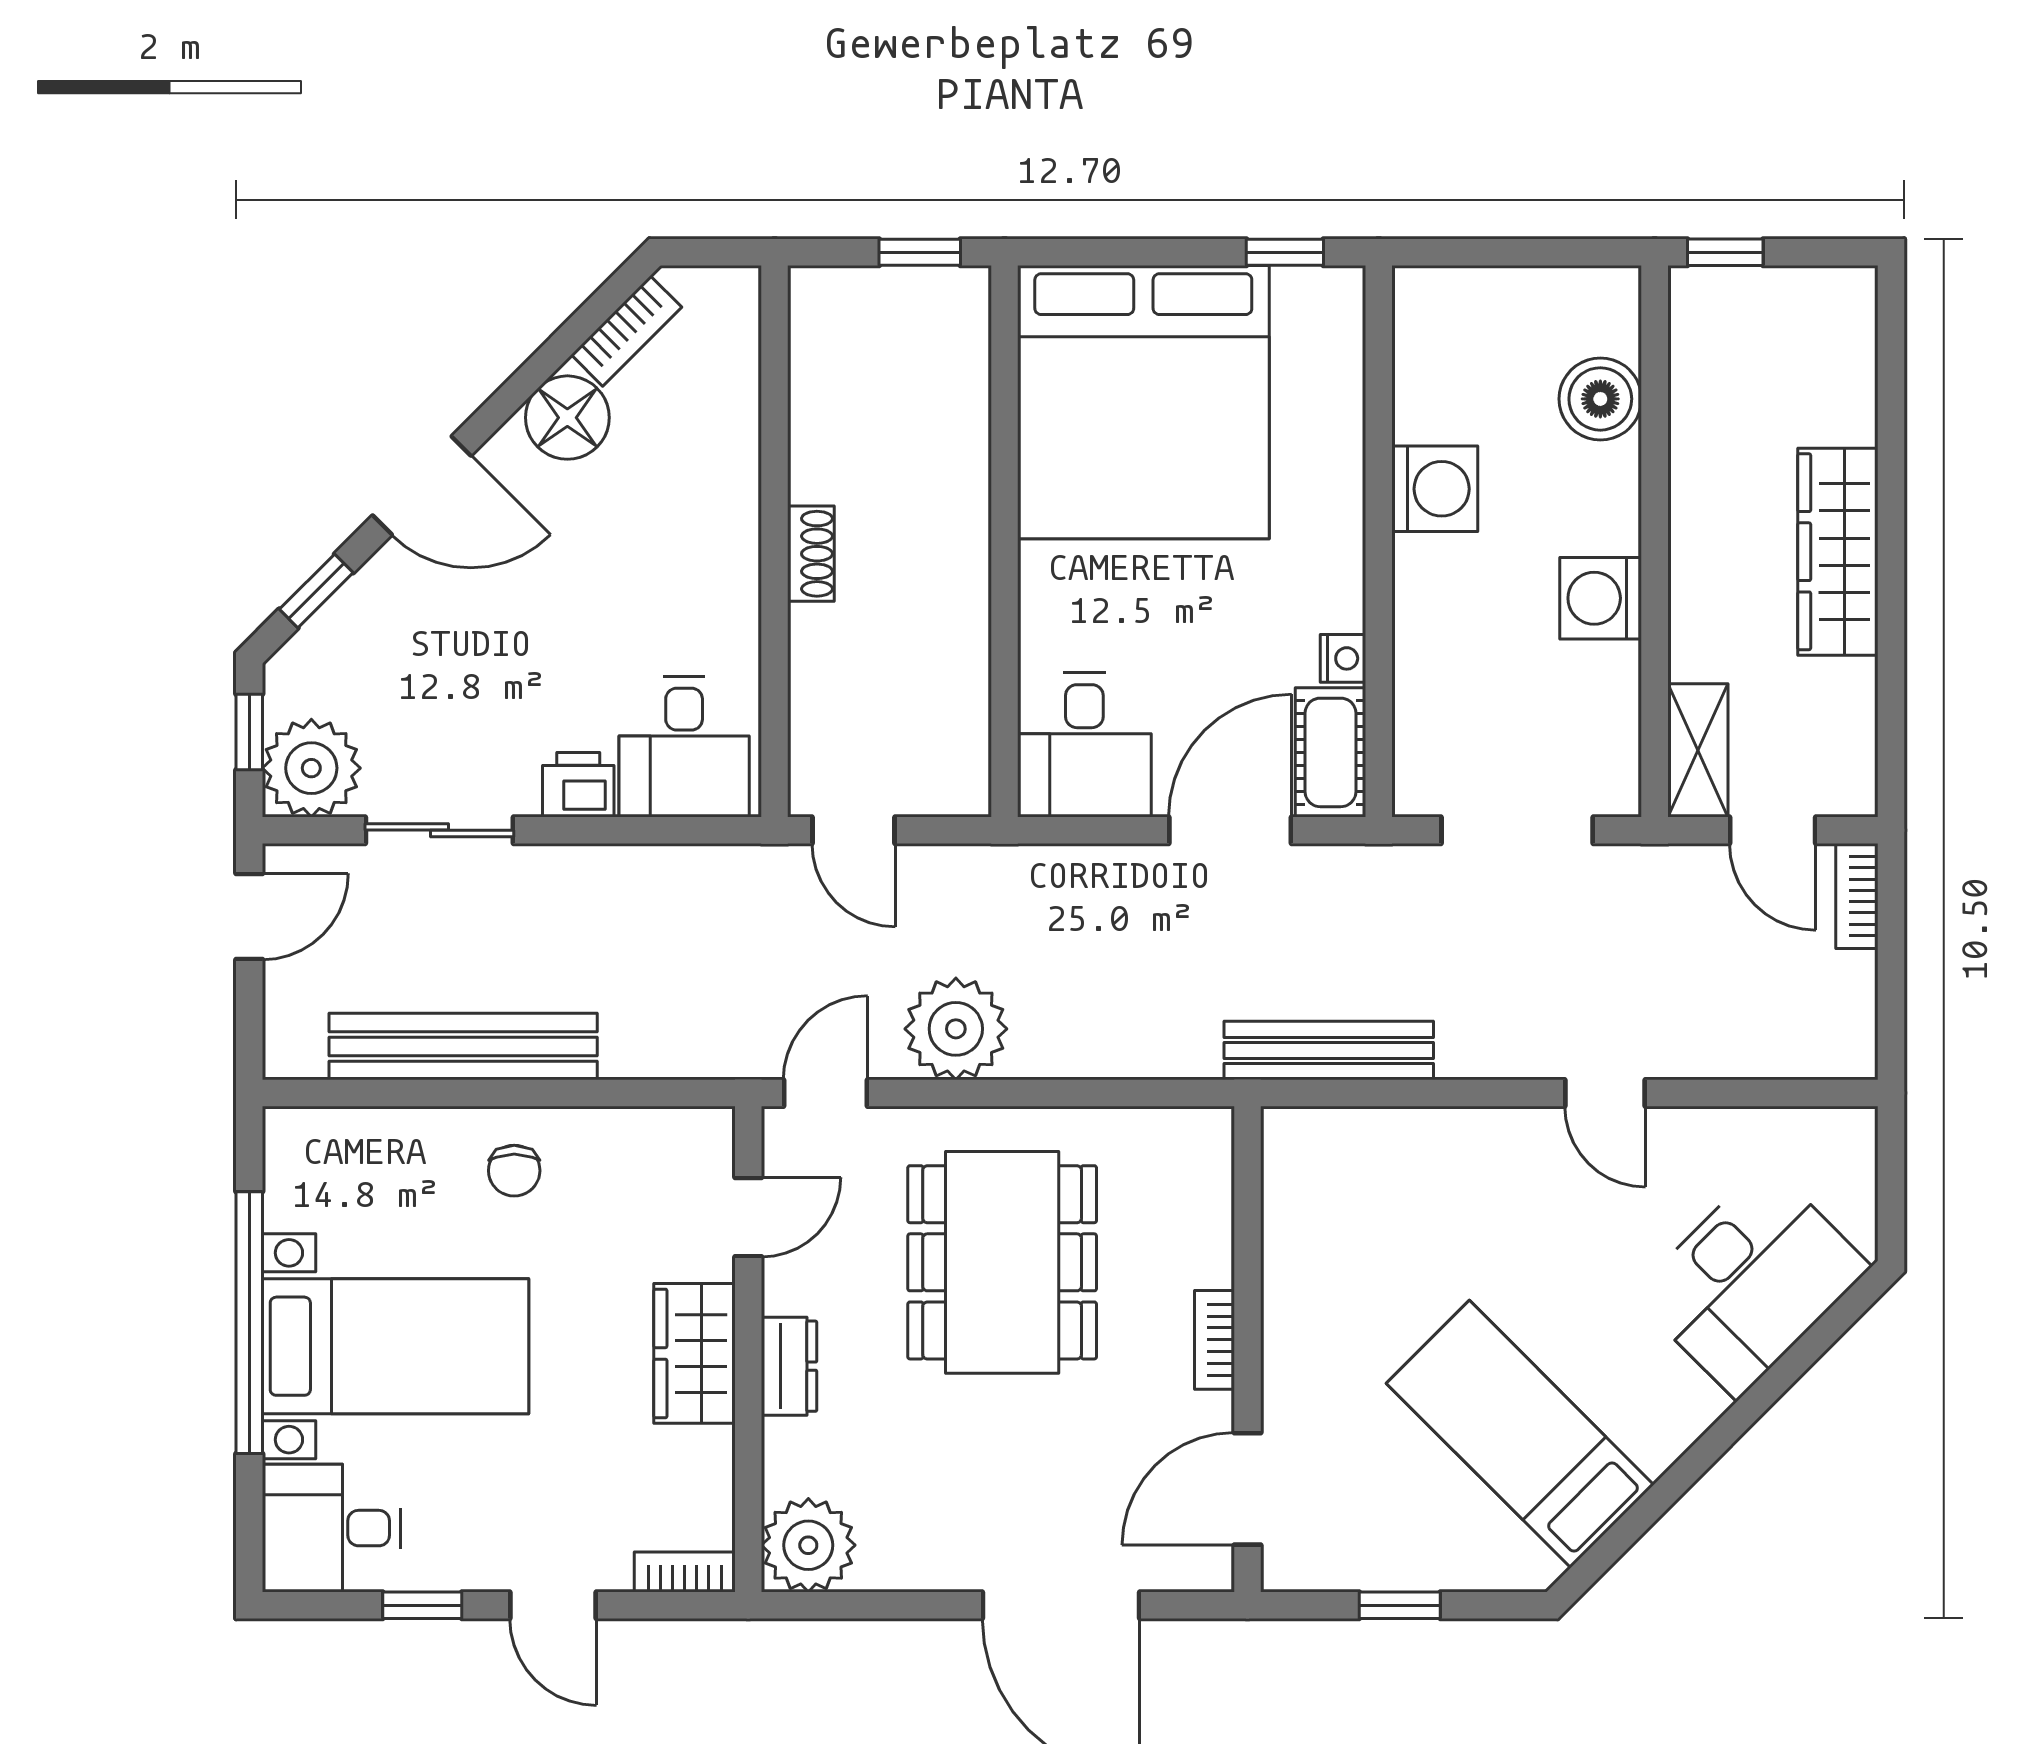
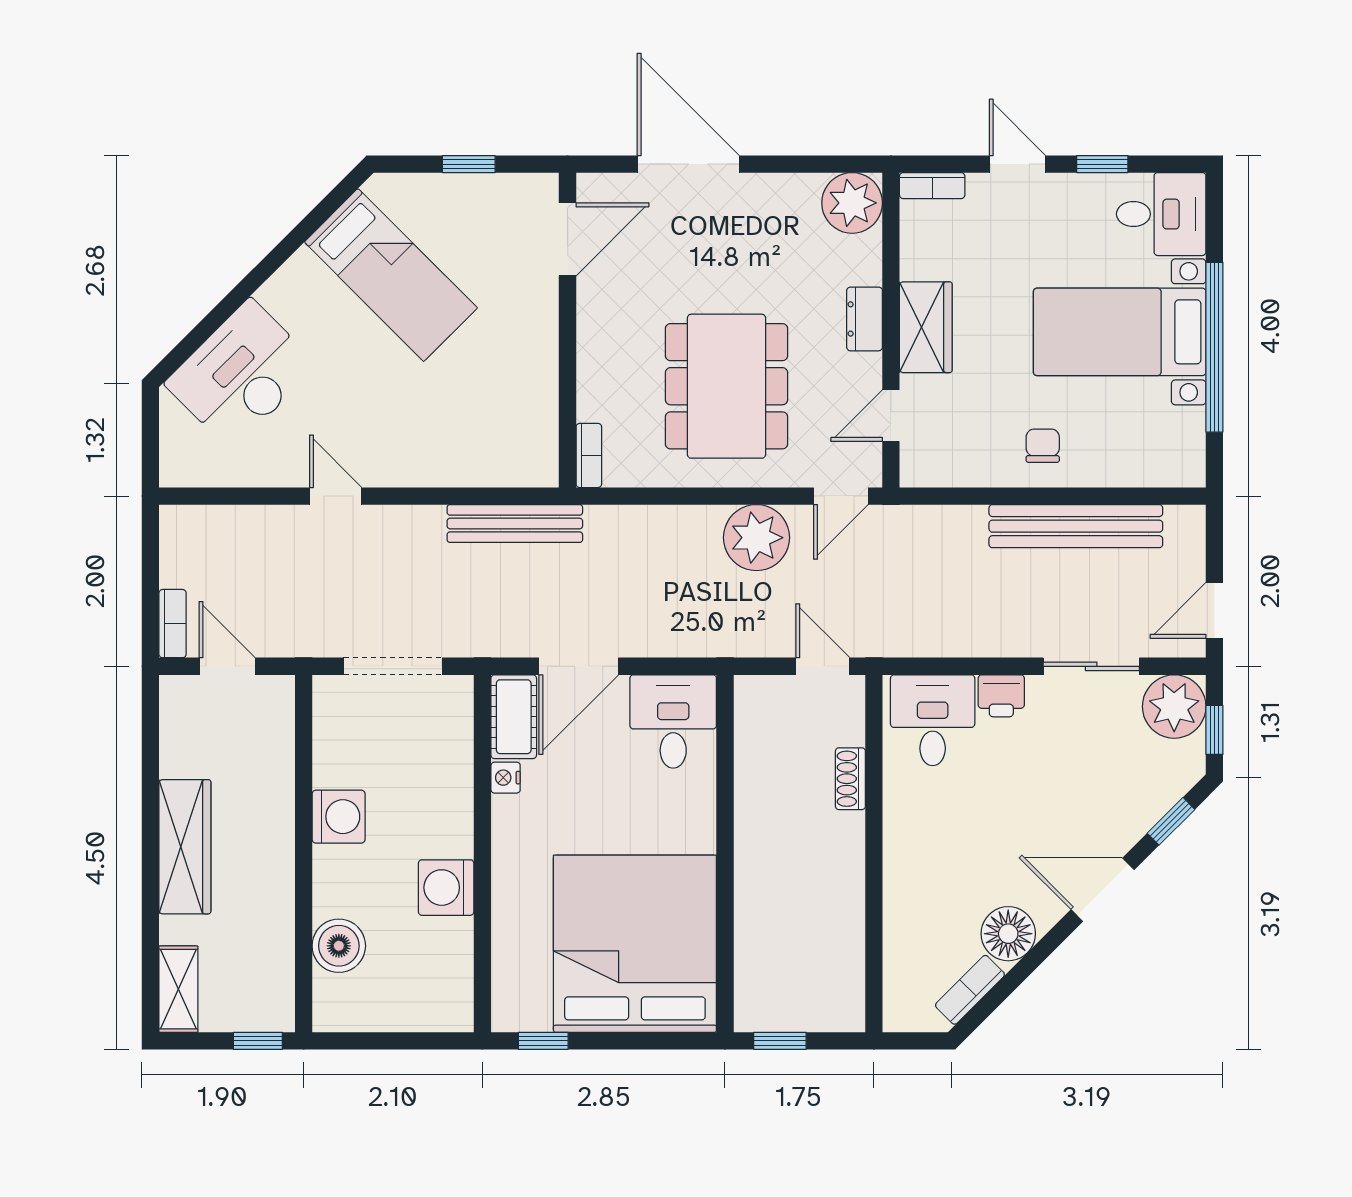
shoe rack: (811, 554) -> (850, 779), moved
shelving: (1698, 750) -> (178, 989), moved
bookcase: (1215, 1340) -> (589, 455), moved

